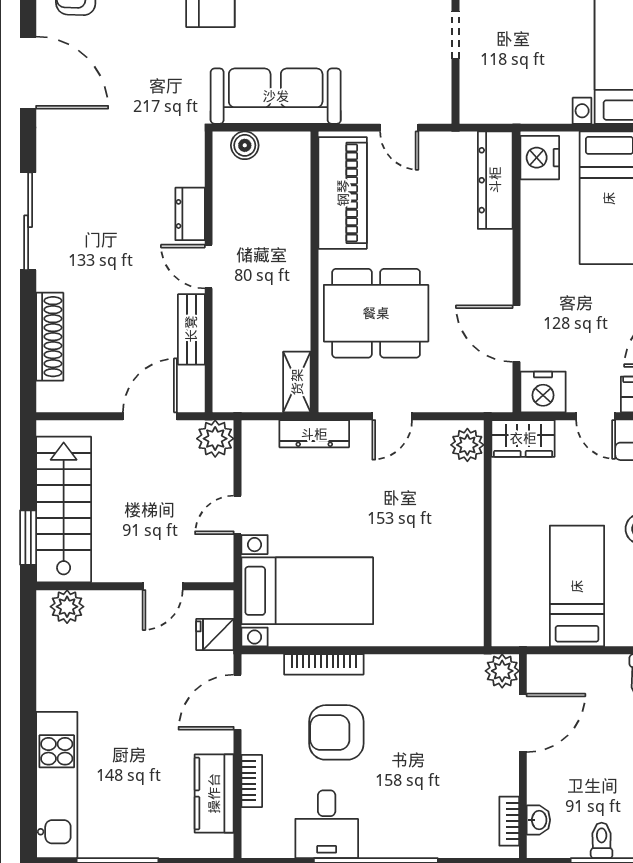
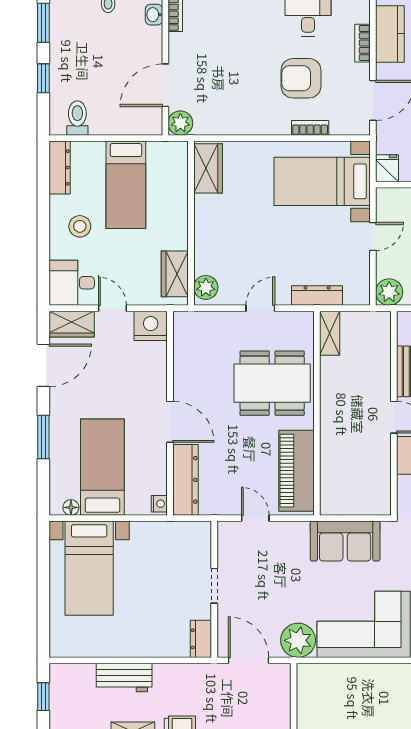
sofa: (276, 96) -> (345, 541), width x0.73
boiler: (245, 145) -> (368, 505), removed
nightstand: (540, 158) -> (159, 504), width x0.53, depth x0.56
door: (516, 334) -> (170, 422), moved
wardrobe: (523, 438) -> (175, 274), moved, turned -90
wardrobe: (464, 608) -> (208, 168), added
fridge: (215, 635) -> (387, 168), moved, turned -90
bookcase: (324, 664) -> (310, 128), width x0.64
armchair: (336, 732) -> (301, 78), turned 180

